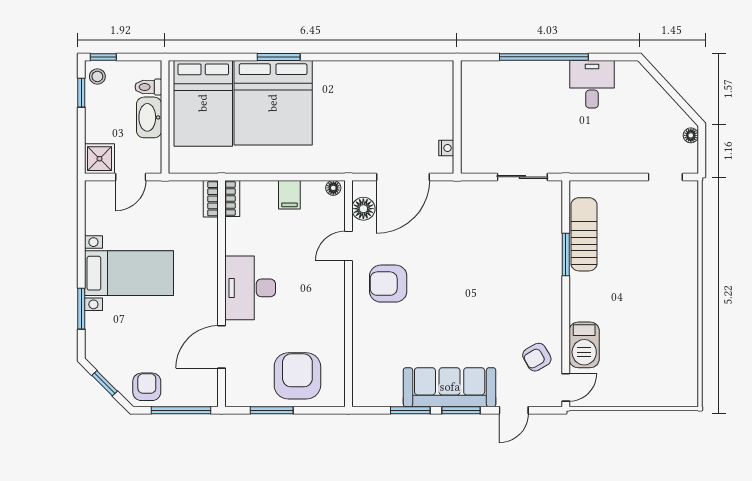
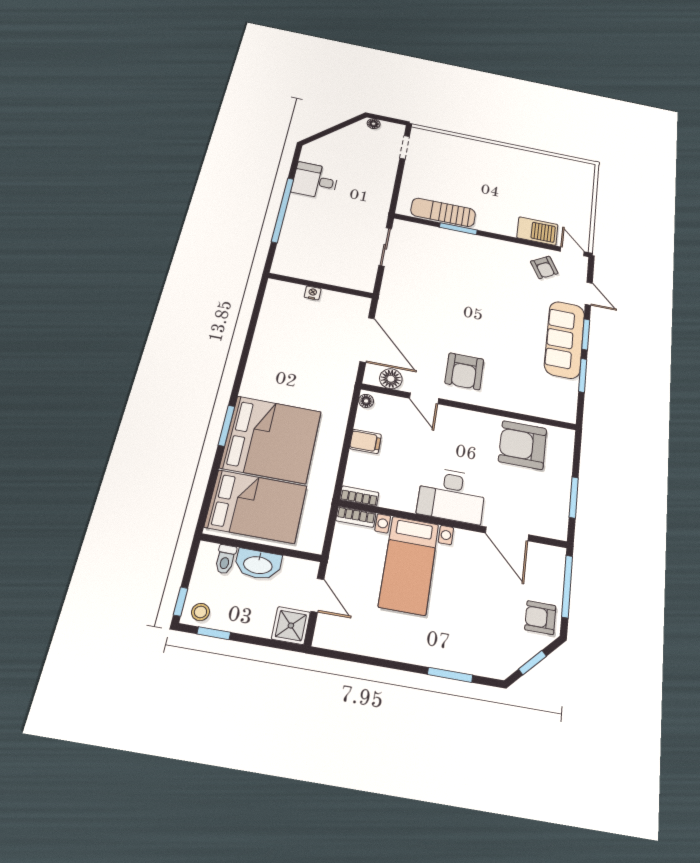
nightstand: (446, 148) -> (313, 293), moved
bed with nightstands: (129, 273) -> (409, 565), moved, turned 180
armchair: (297, 376) -> (523, 445), moved

